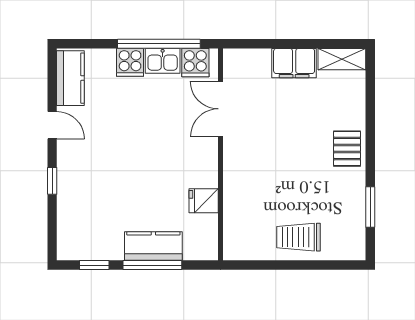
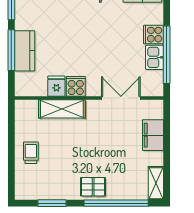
cooker: (195, 63) -> (76, 86), moved, turned 90
filing cabinet: (294, 63) -> (153, 135), moved
window: (370, 116) -> (116, 203), added
shelving: (236, 193) -> (62, 109), added
trolley: (298, 237) -> (31, 153), width x0.73, depth x0.72

